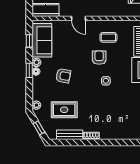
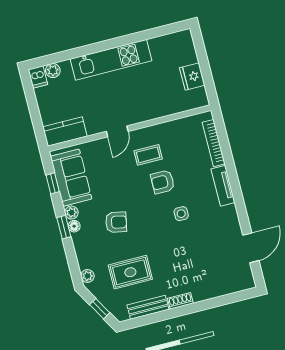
door: (79, 18) -> (117, 131), hinge flipped
coffee table: (108, 37) -> (148, 155), moved
armchair: (99, 58) -> (163, 182), turned -90

